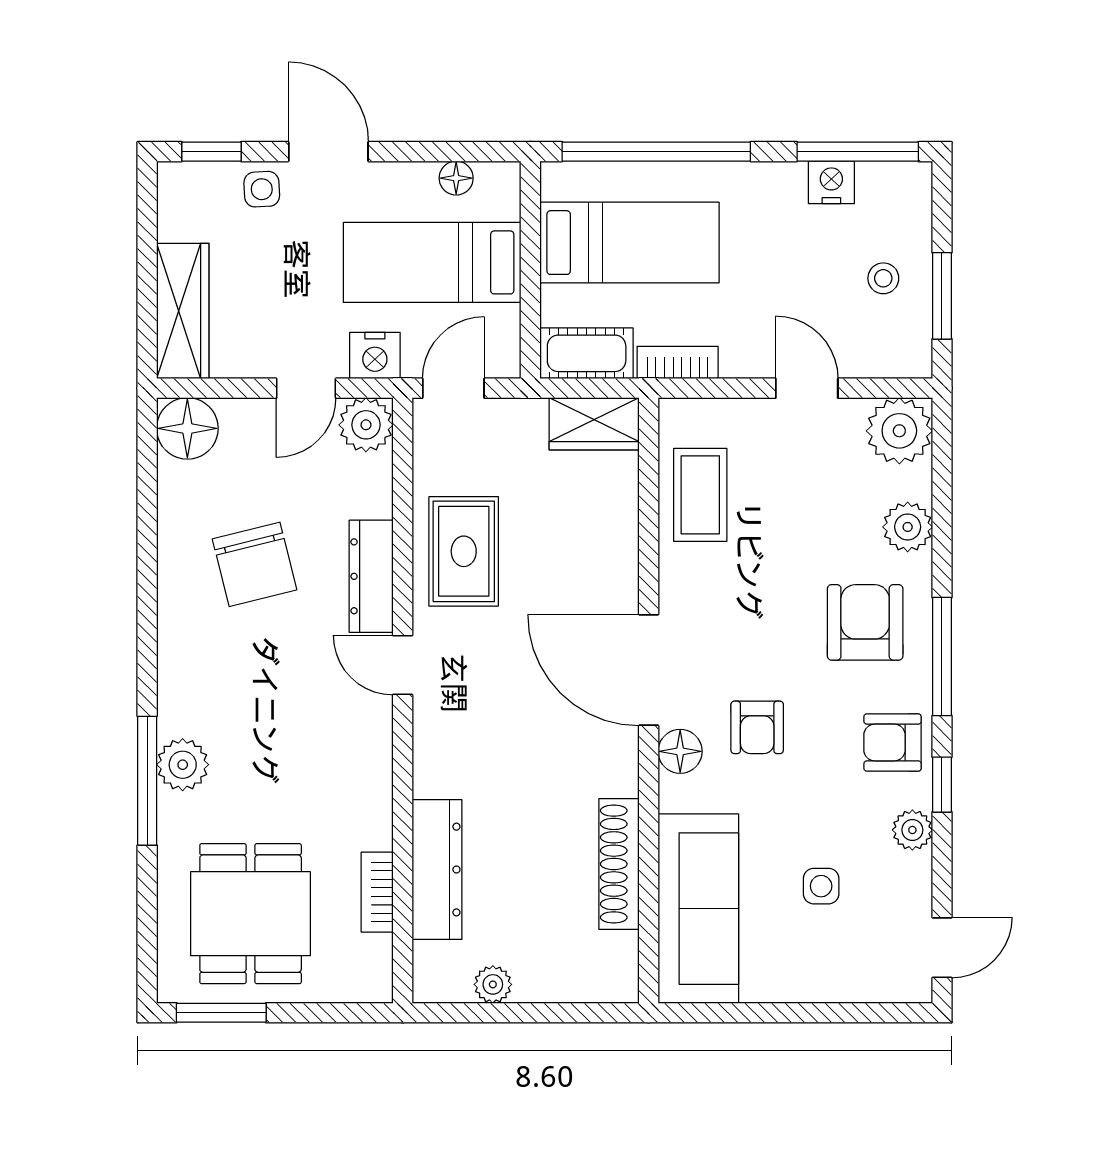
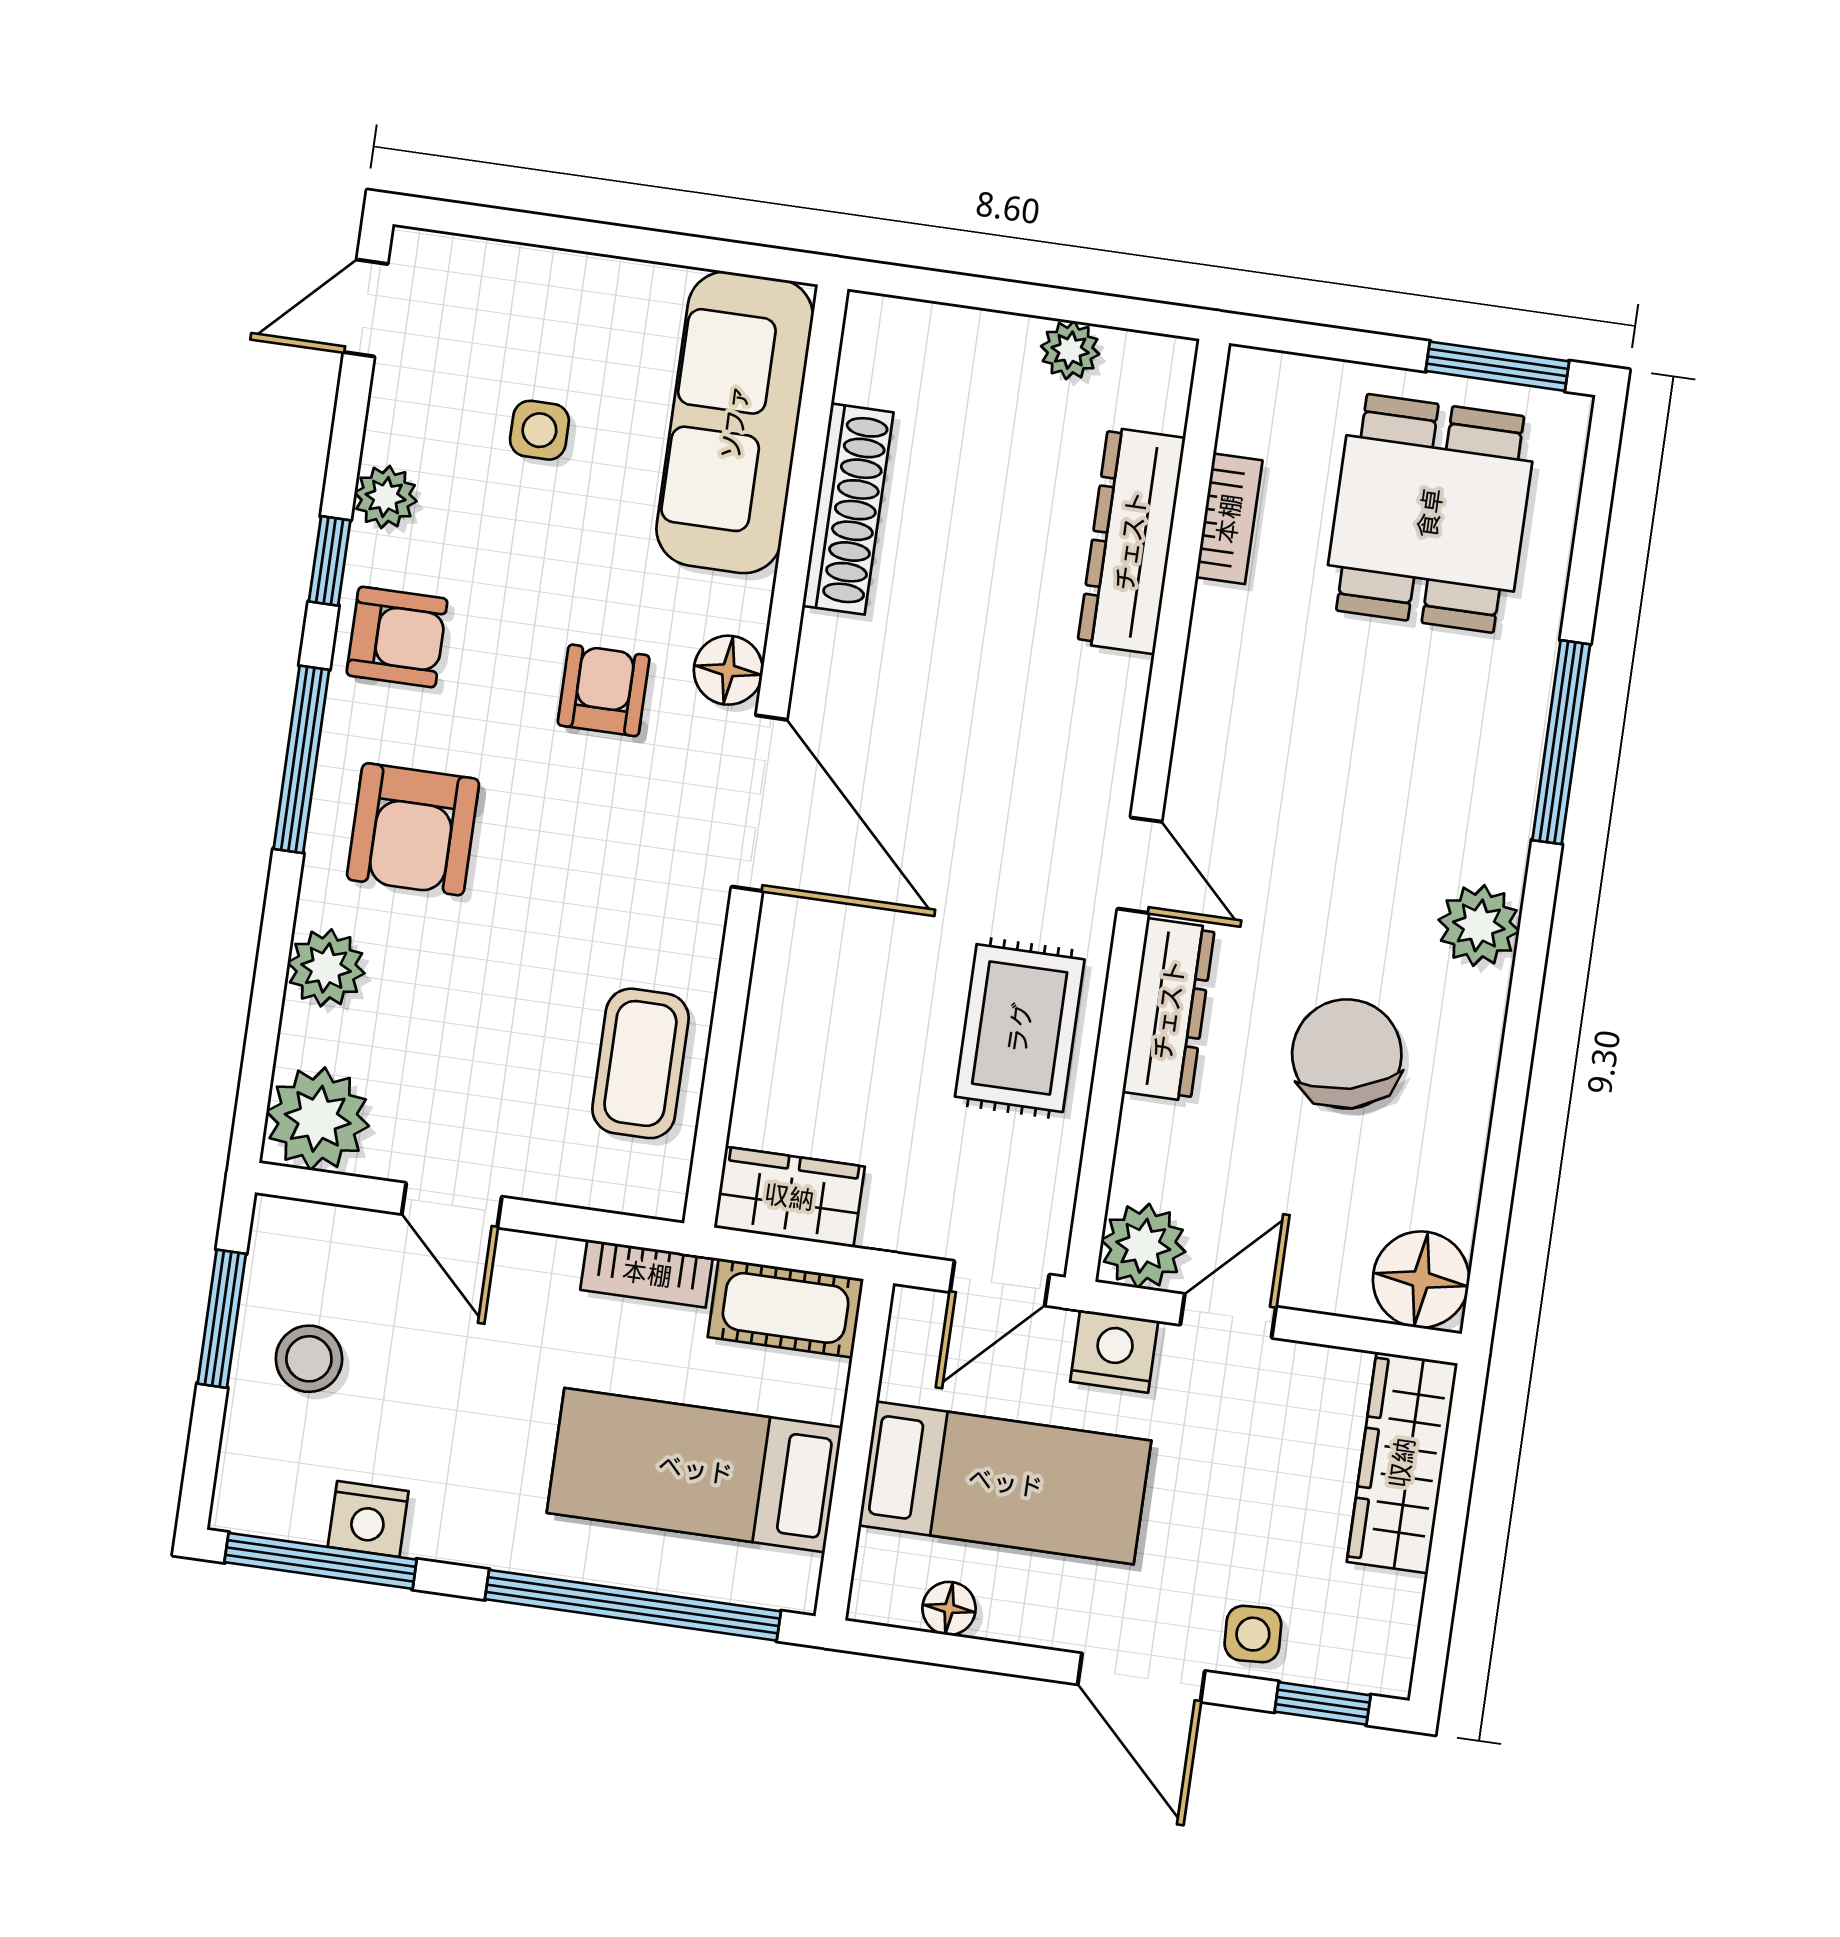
stool: (883, 278) -> (309, 1359), width x1.37, depth x1.37
plant: (183, 765) -> (1479, 925), moved

